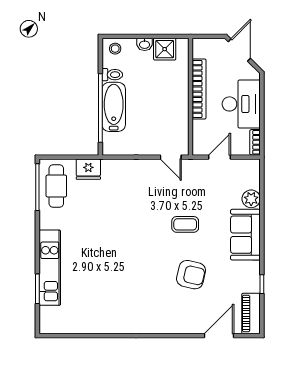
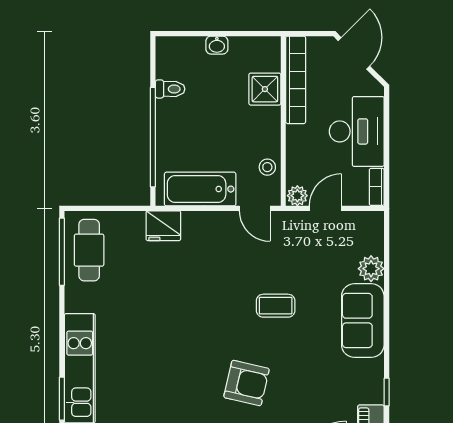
stool: (115, 49) -> (267, 167), moved
shower: (165, 49) -> (265, 89), moved
bookcase: (199, 89) -> (296, 80), moved
bathtub: (114, 107) -> (200, 189), moved, turned -90
plant: (200, 148) -> (297, 196), added
fridge: (88, 169) -> (163, 226), moved
armchair: (191, 275) -> (247, 383), moved

